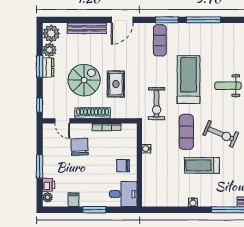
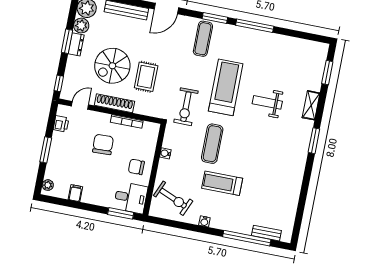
spiral stairs: (84, 80) -> (112, 66), turned 180
door: (62, 121) -> (80, 105), swing flipped
exercise bike: (221, 134) -> (173, 198), moved
chair: (80, 147) -> (103, 144), moved
printer: (49, 185) -> (61, 124), moved
window: (94, 210) -> (121, 213), moved

